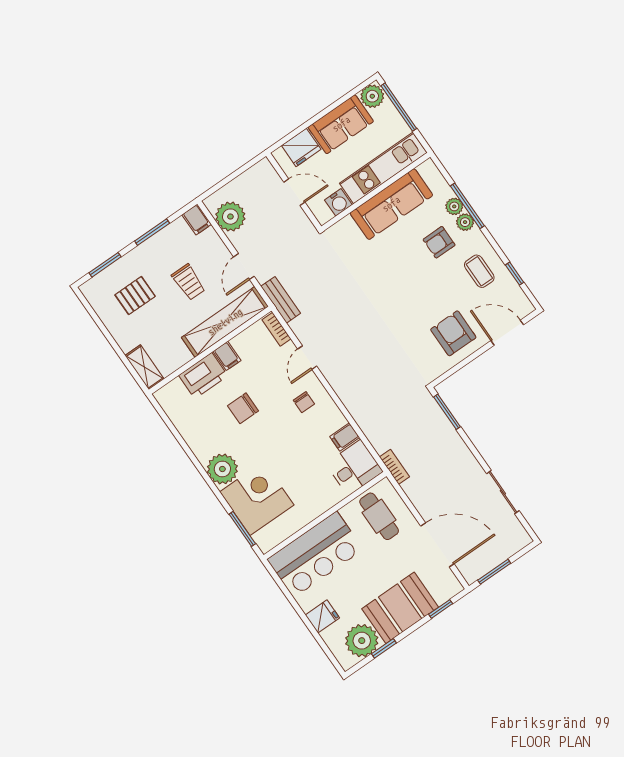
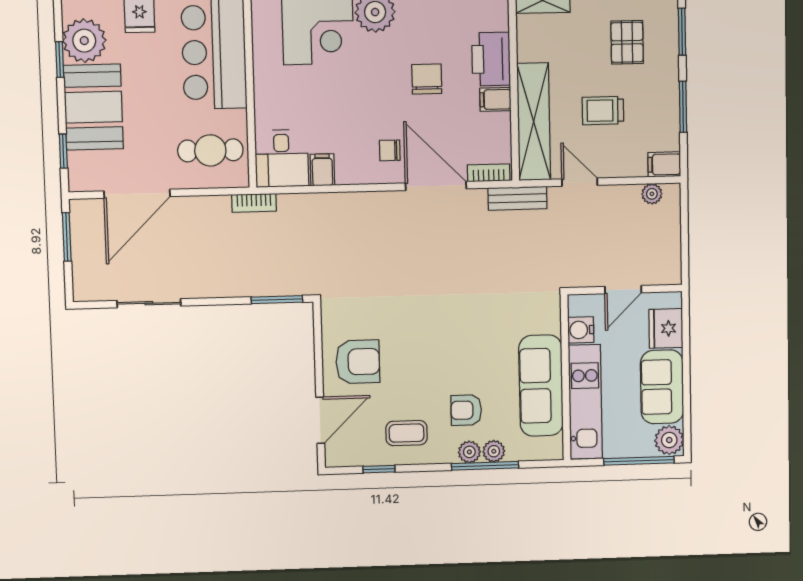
plant: (230, 217) -> (652, 194), width x0.53, depth x0.53
armchair: (439, 242) -> (466, 410), turned -90
door: (307, 358) -> (436, 186), width x1.88

